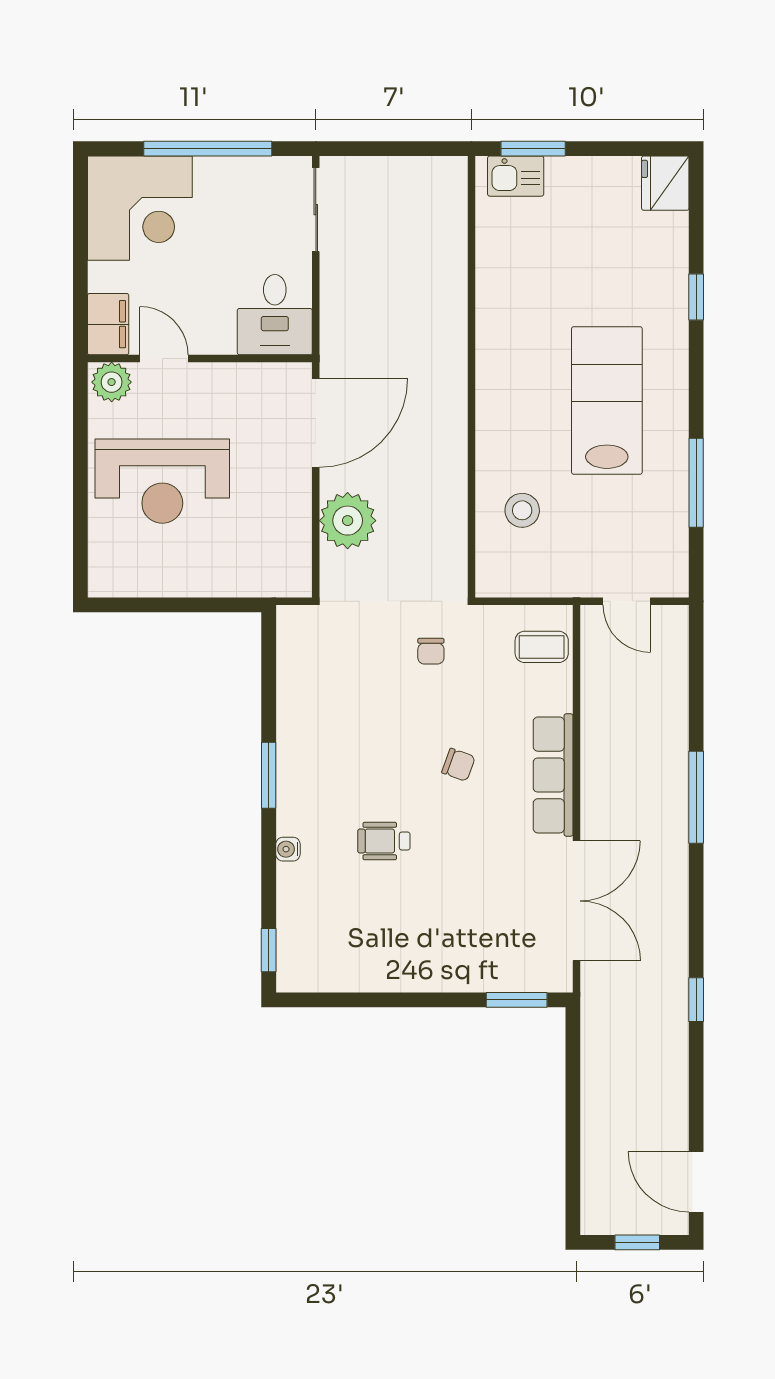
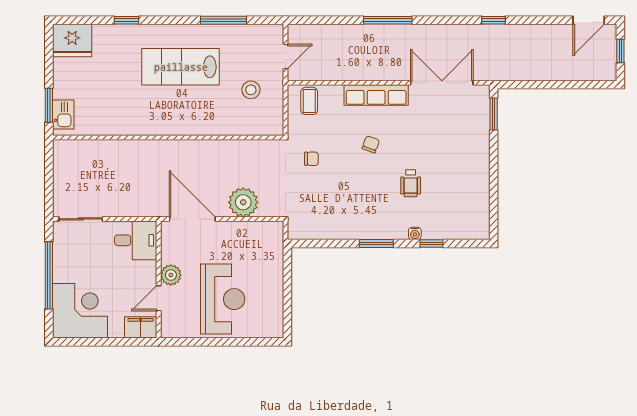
fridge: (665, 183) -> (72, 40), width x1.36, depth x1.34
plant: (112, 382) -> (171, 275), moved
stool: (522, 510) -> (251, 90), moved
window: (269, 950) -> (431, 243), moved

